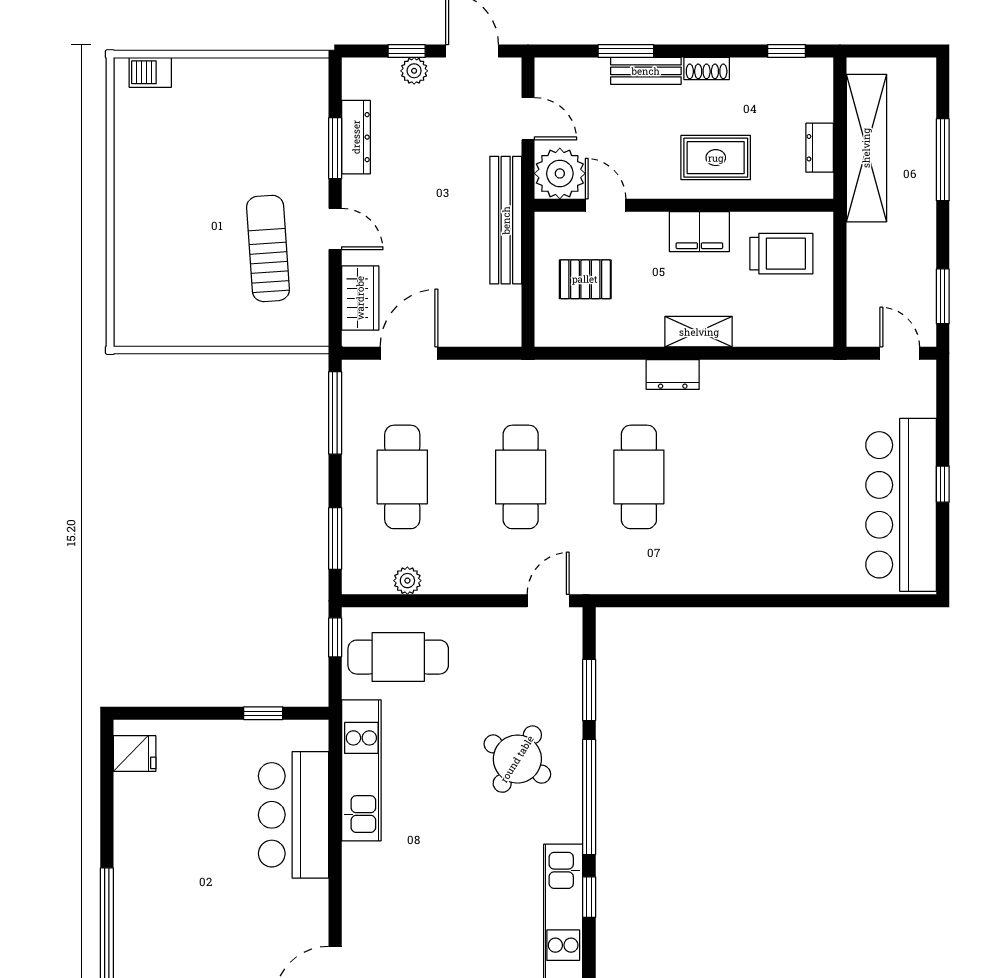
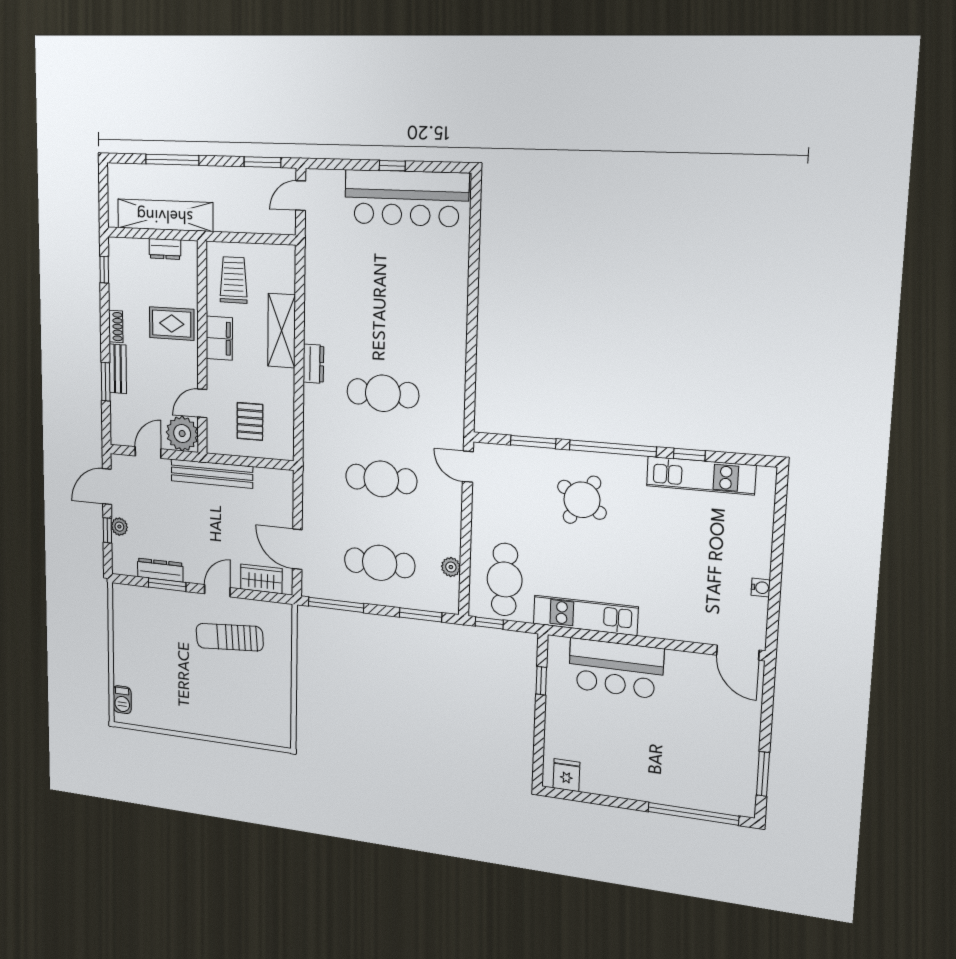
rug: (716, 158) -> (172, 324), turned 90
shelving: (699, 332) -> (282, 331), width x1.50, depth x1.33

